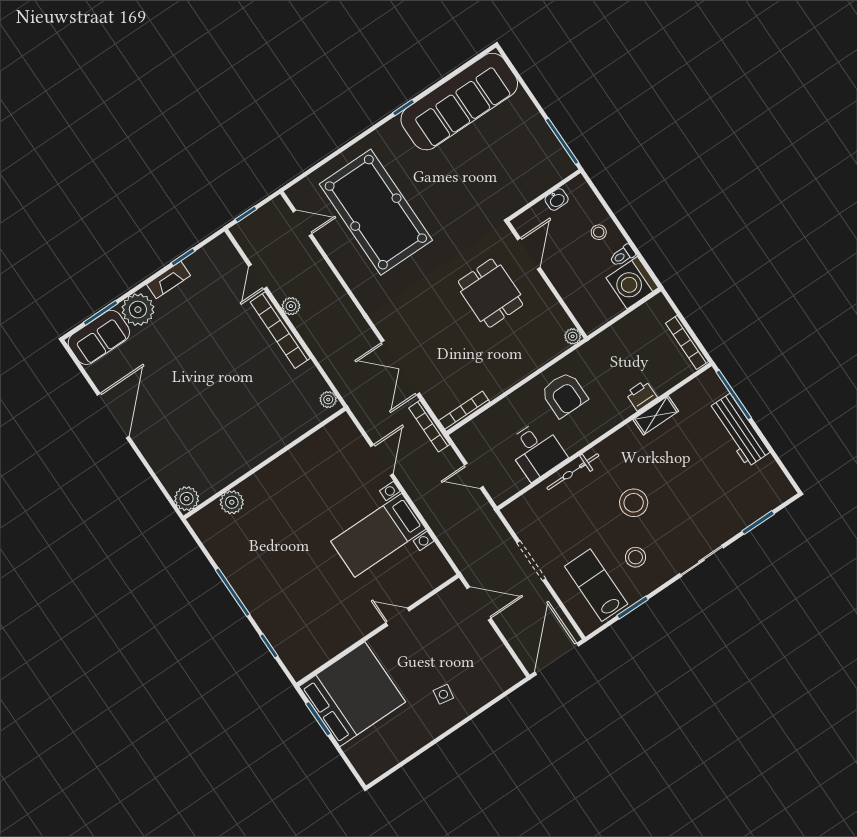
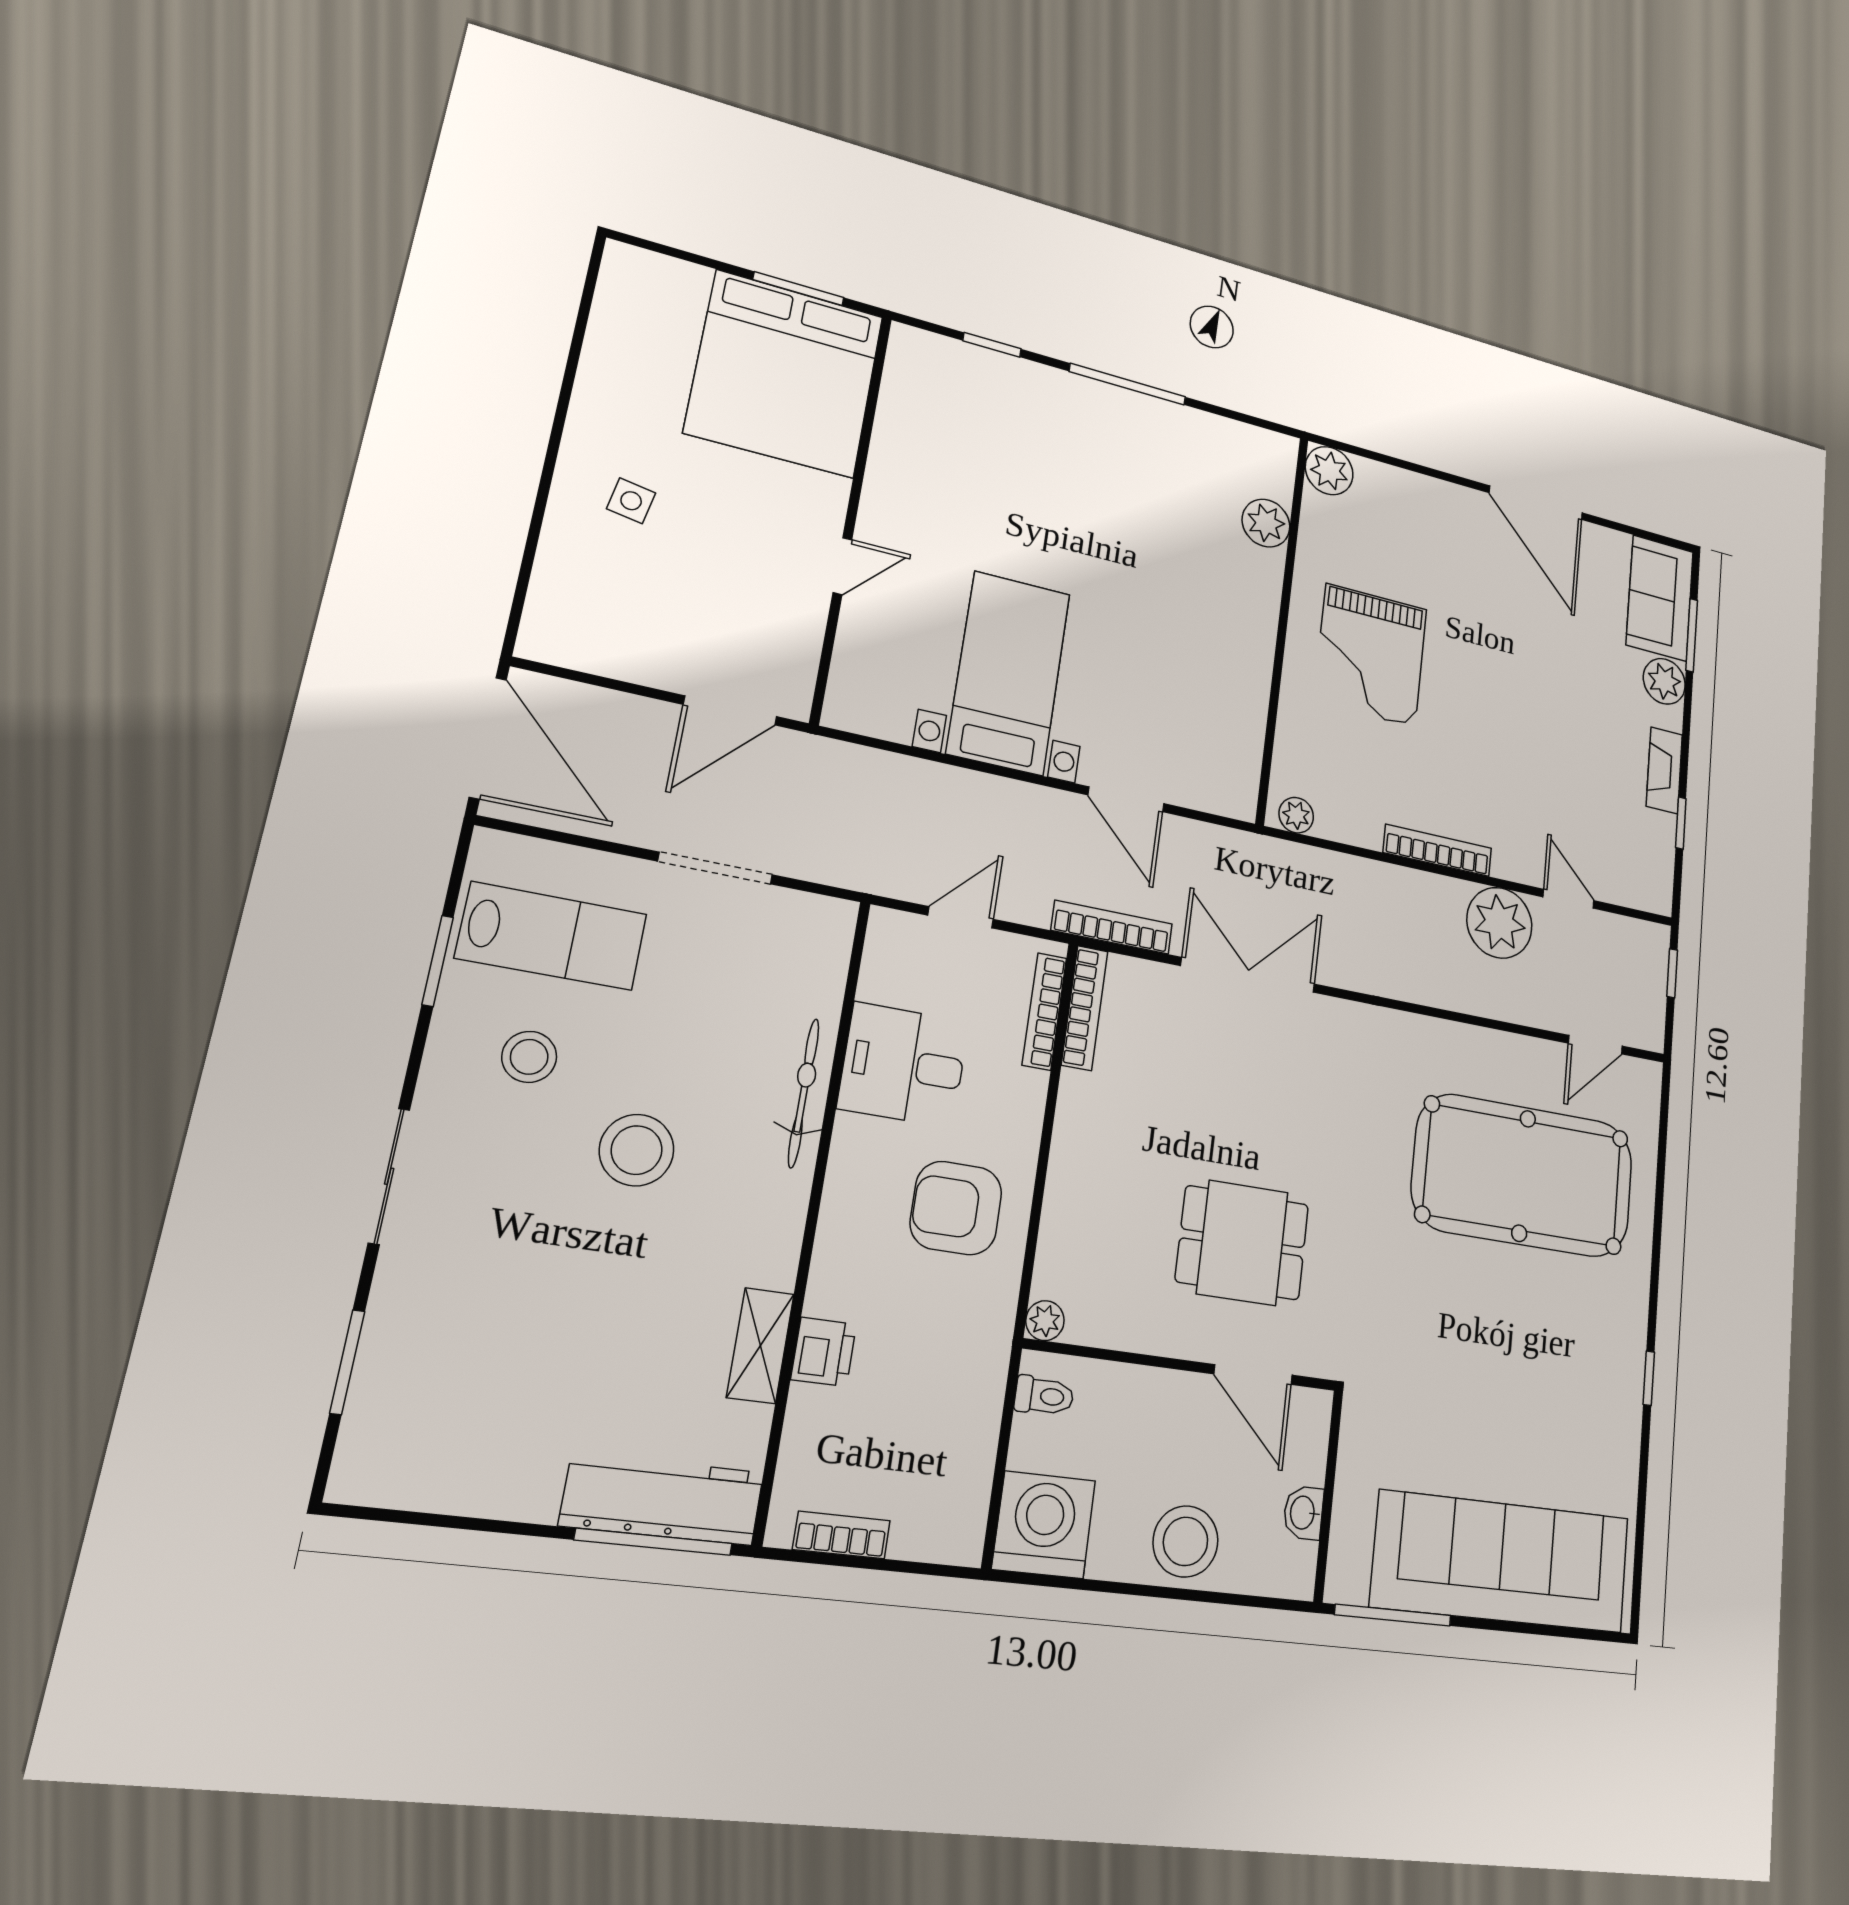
sofa: (459, 102) -> (1502, 1562), moved, turned 90
stool: (599, 232) -> (1186, 1541), width x1.89, depth x1.89
toilet: (622, 256) -> (1044, 1396), moved, turned 90
plant: (291, 306) -> (1499, 923), width x1.88, depth x1.88
plant: (138, 310) -> (1664, 681), width x0.73, depth x0.73
bookcase: (280, 330) -> (1438, 850), width x0.68, depth x0.76
bookcase: (687, 342) -> (841, 1535), width x0.64
bookcase: (478, 423) -> (1044, 1011), added
grand piano: (241, 424) -> (1371, 655), added
workbench: (739, 430) -> (663, 1499), moved

